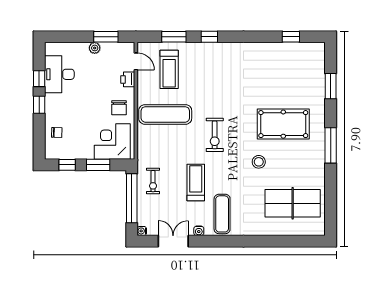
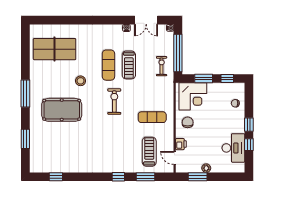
exercise mat: (165, 114) -> (152, 117), width x0.73, depth x0.69
exercise mat: (222, 214) -> (108, 65), moved

